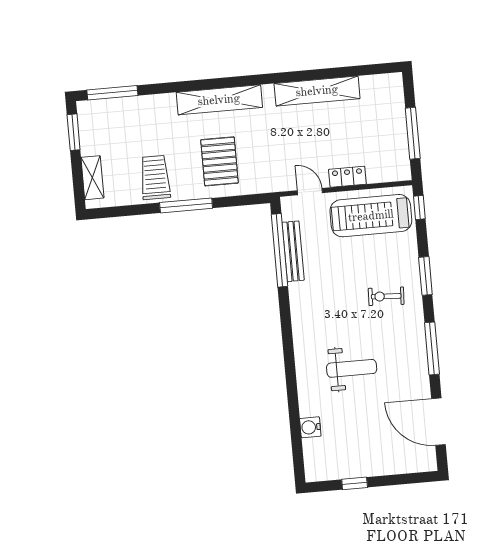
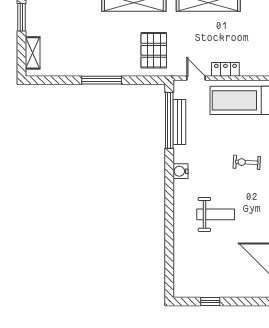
pallet: (219, 161) -> (154, 50), moved
trolley: (155, 177) -> (80, 57), removed
water cooler: (310, 427) -> (180, 171), moved

